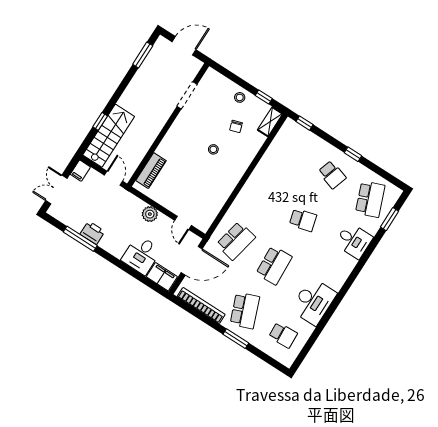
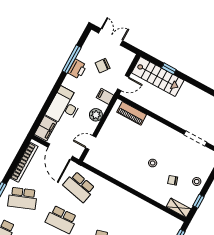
filing cabinet: (80, 171) -> (105, 96), moved
chair: (91, 202) -> (103, 66), added
desk: (141, 255) -> (64, 106), width x1.37

